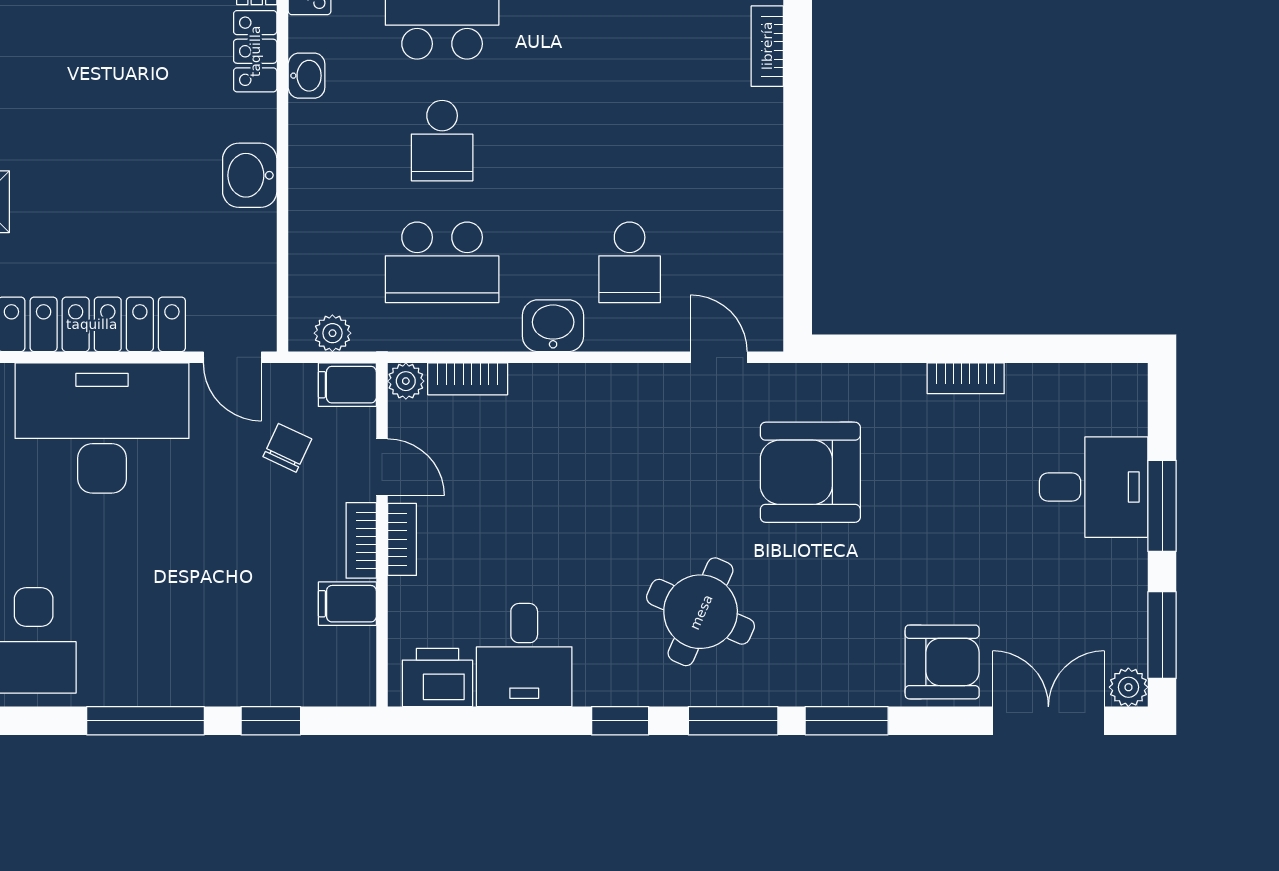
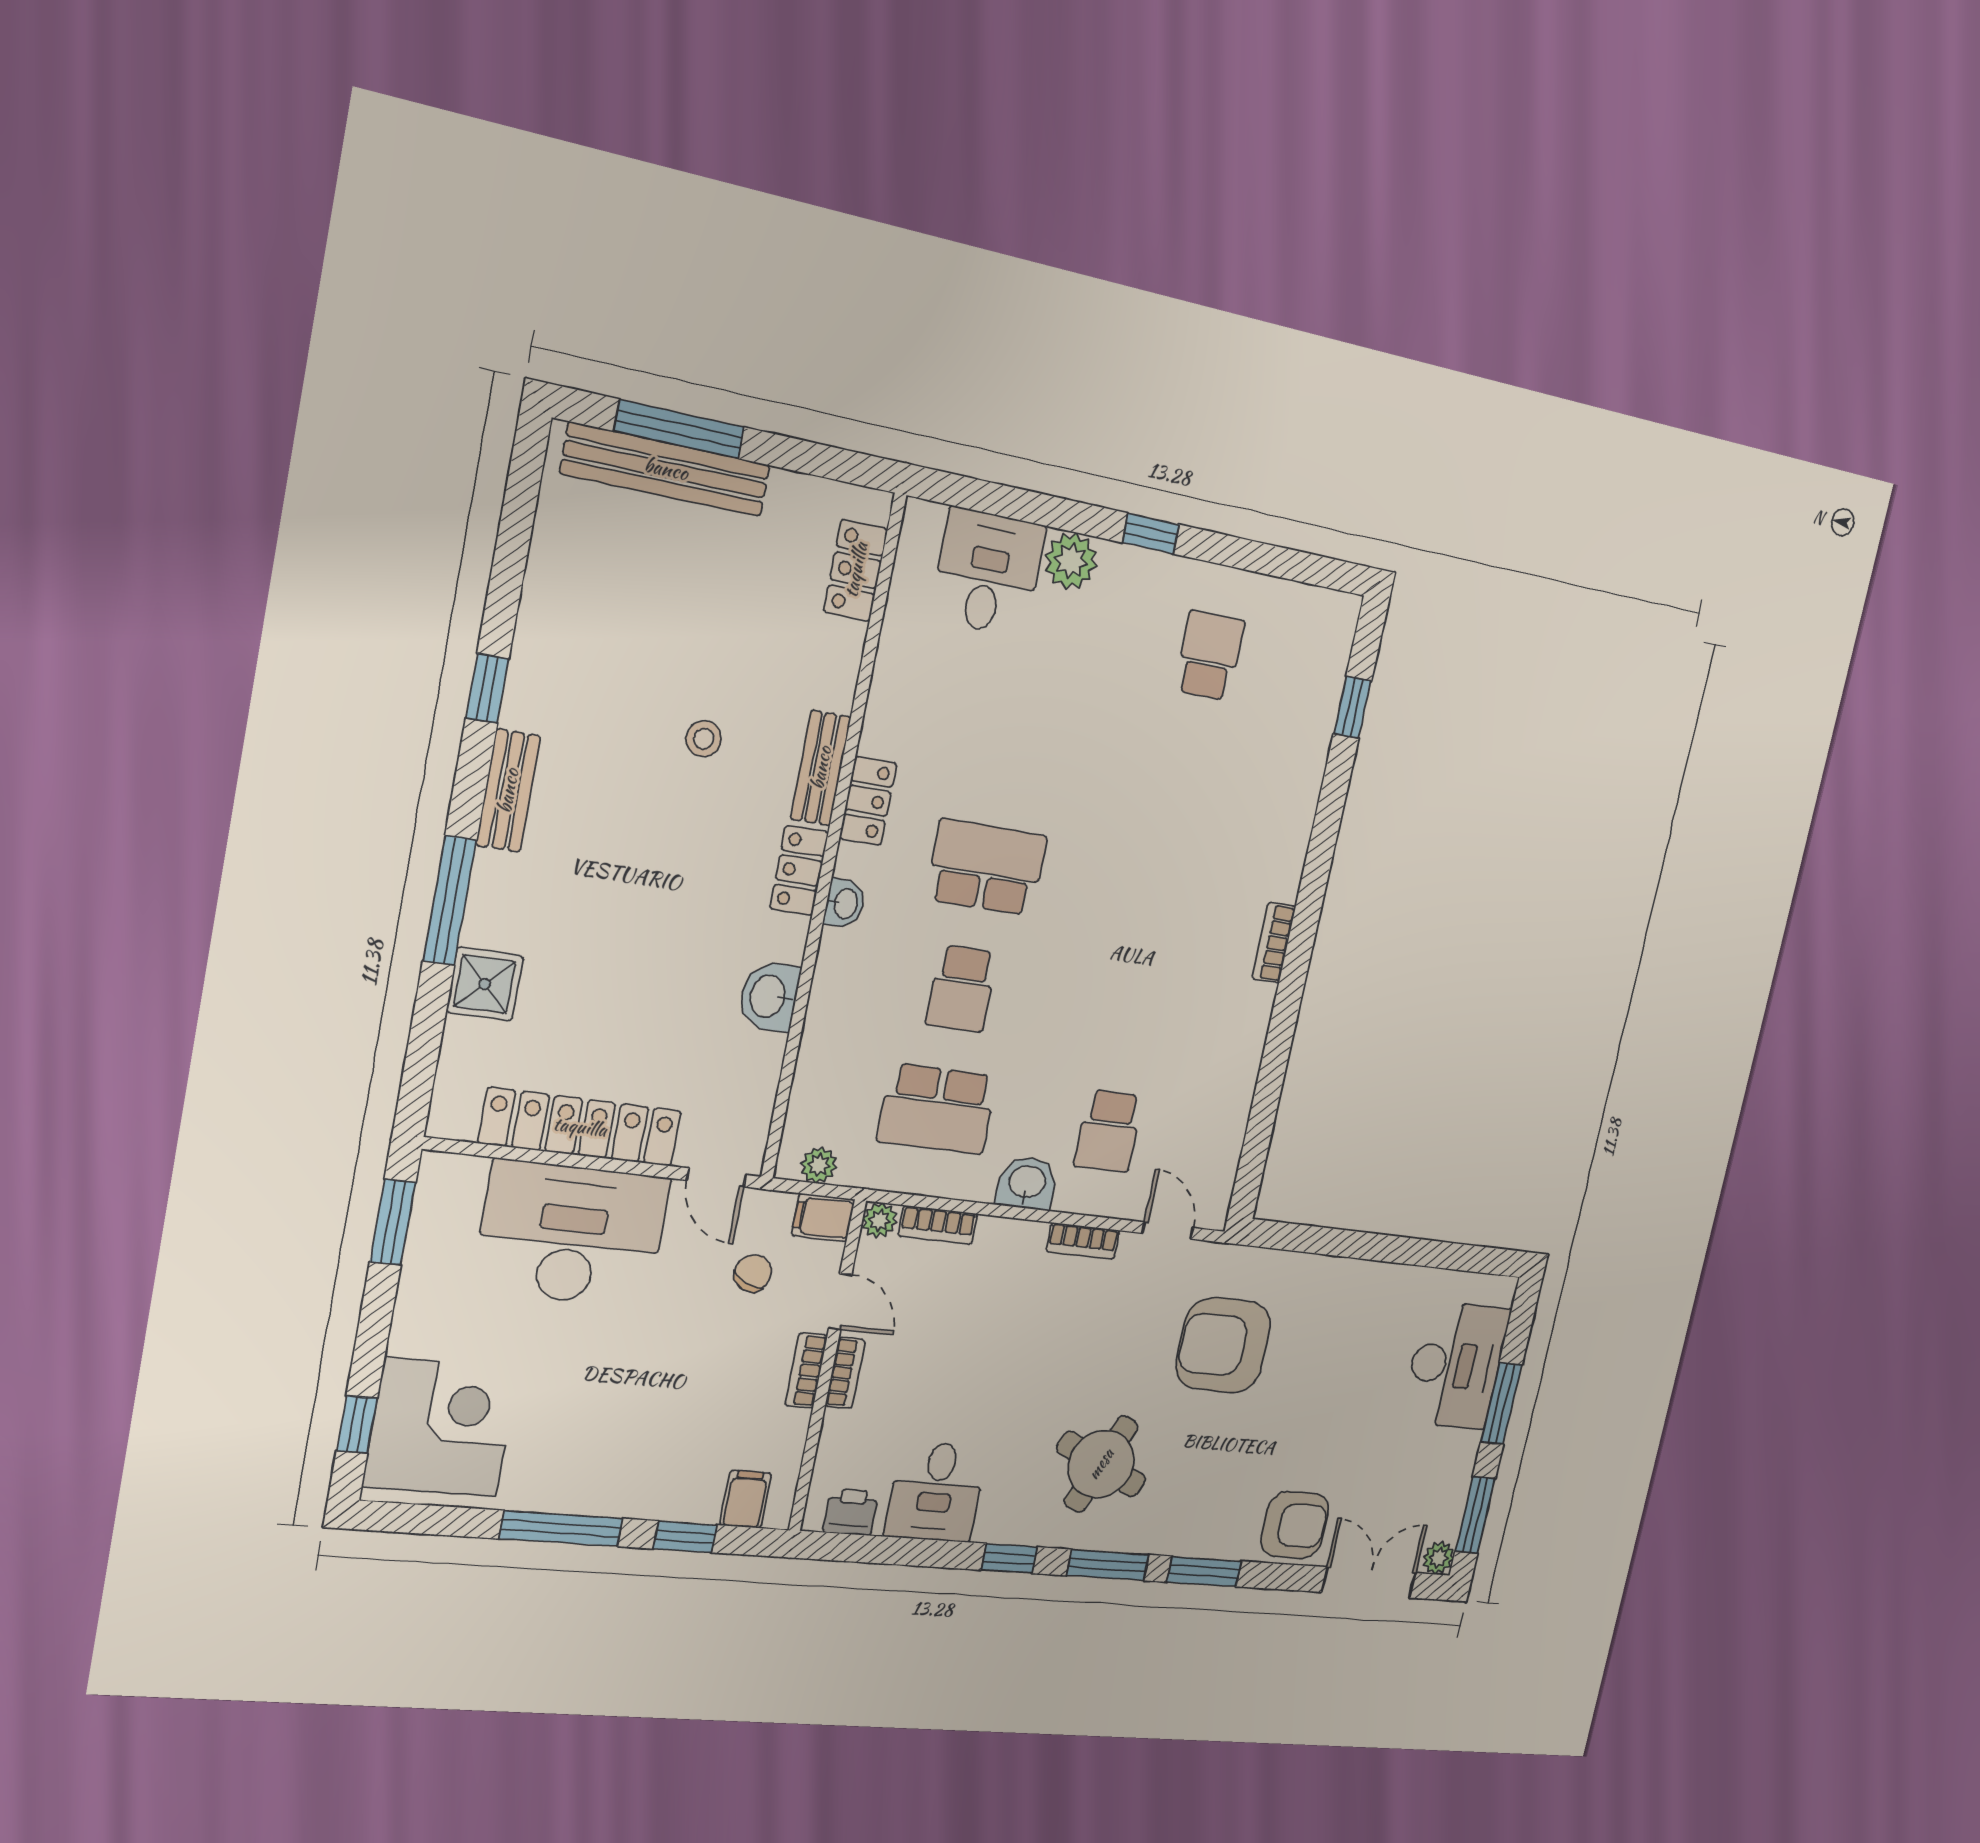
bookcase: (966, 378) -> (1083, 1241), moved
desk: (1094, 487) -> (1456, 1365), width x1.37
filing cabinet: (347, 604) -> (746, 1499), moved, turned 90
printer: (437, 678) -> (851, 1512), width x0.73, depth x0.81

